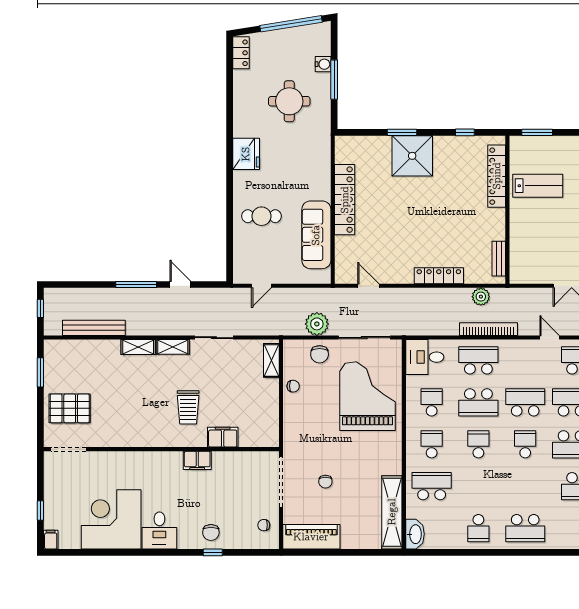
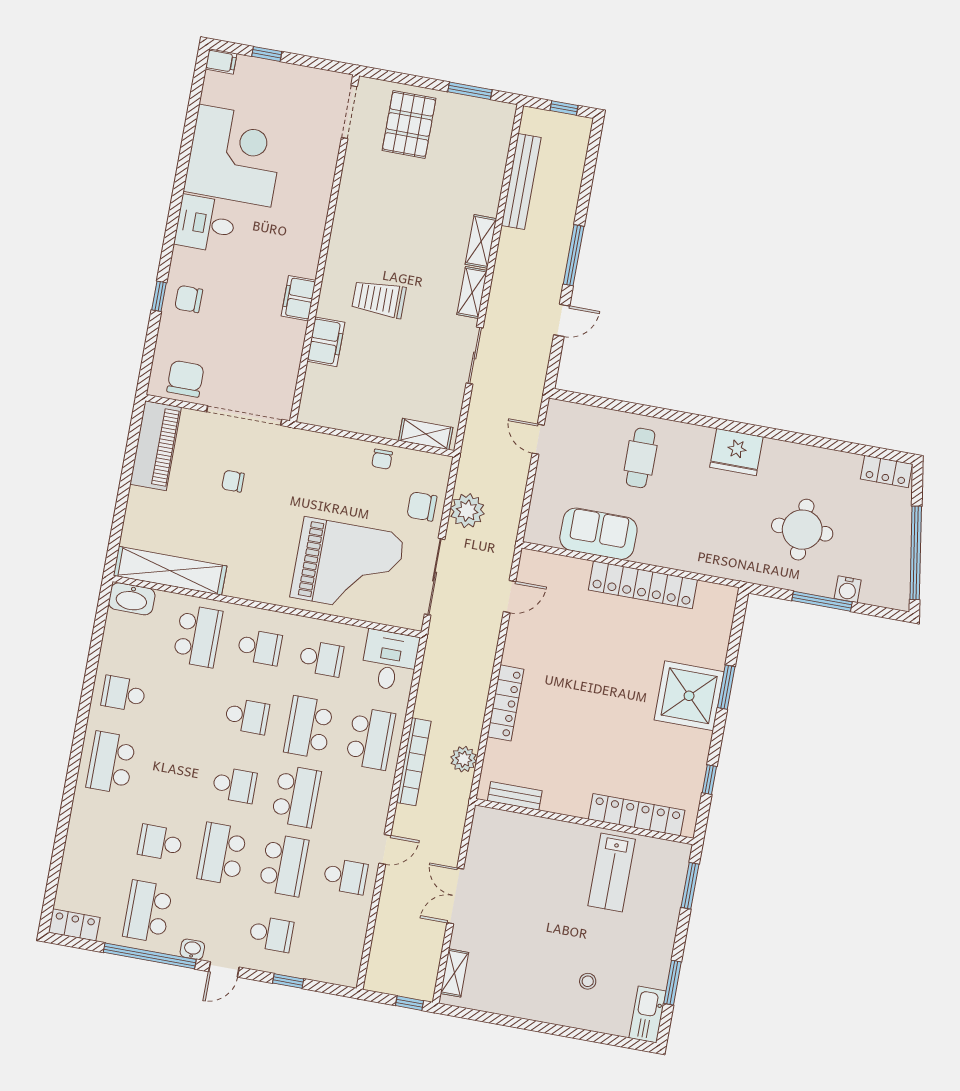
sofa: (316, 235) -> (598, 534), width x0.73
chair: (264, 525) -> (185, 379), width x1.87, depth x1.87

